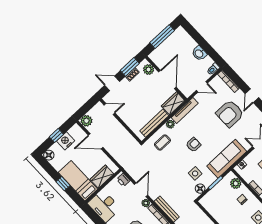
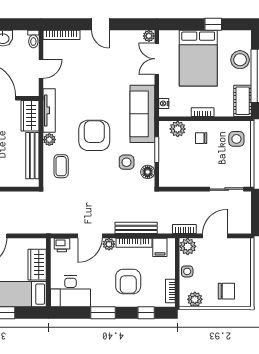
armchair: (230, 114) -> (97, 66), removed
armchair: (193, 145) -> (94, 135), width x1.88, depth x1.88
door: (141, 190) -> (90, 236), swing flipped

